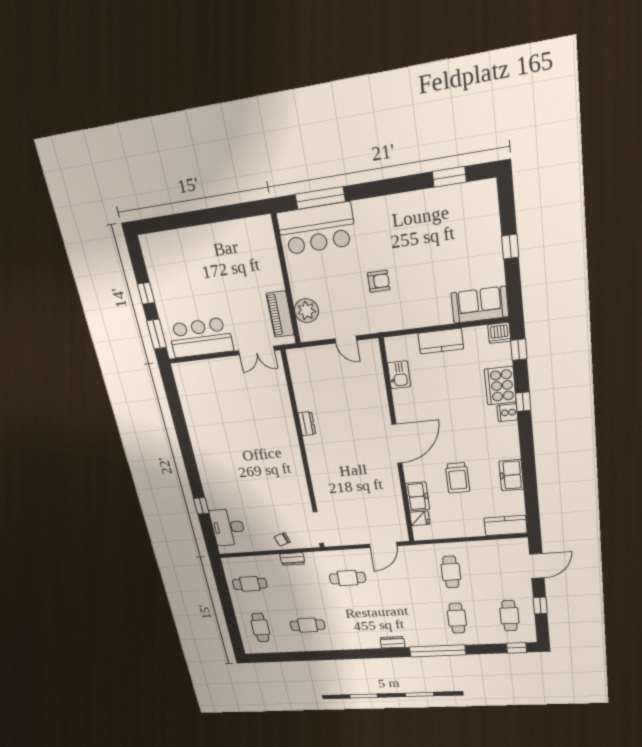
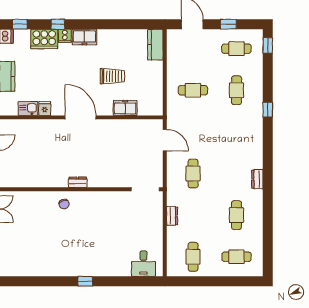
dresser: (307, 424) -> (78, 182), moved
freezer: (511, 475) -> (84, 37), moved
window: (201, 506) -> (85, 281), moved
fridge: (420, 518) -> (45, 109), moved
desk: (228, 527) -> (143, 264), width x0.73
chair: (282, 539) -> (64, 204), moved
cafe table: (457, 618) -> (236, 90), turned 90
dresser: (392, 642) -> (257, 179), moved
window: (438, 651) -> (268, 110), width x0.32

